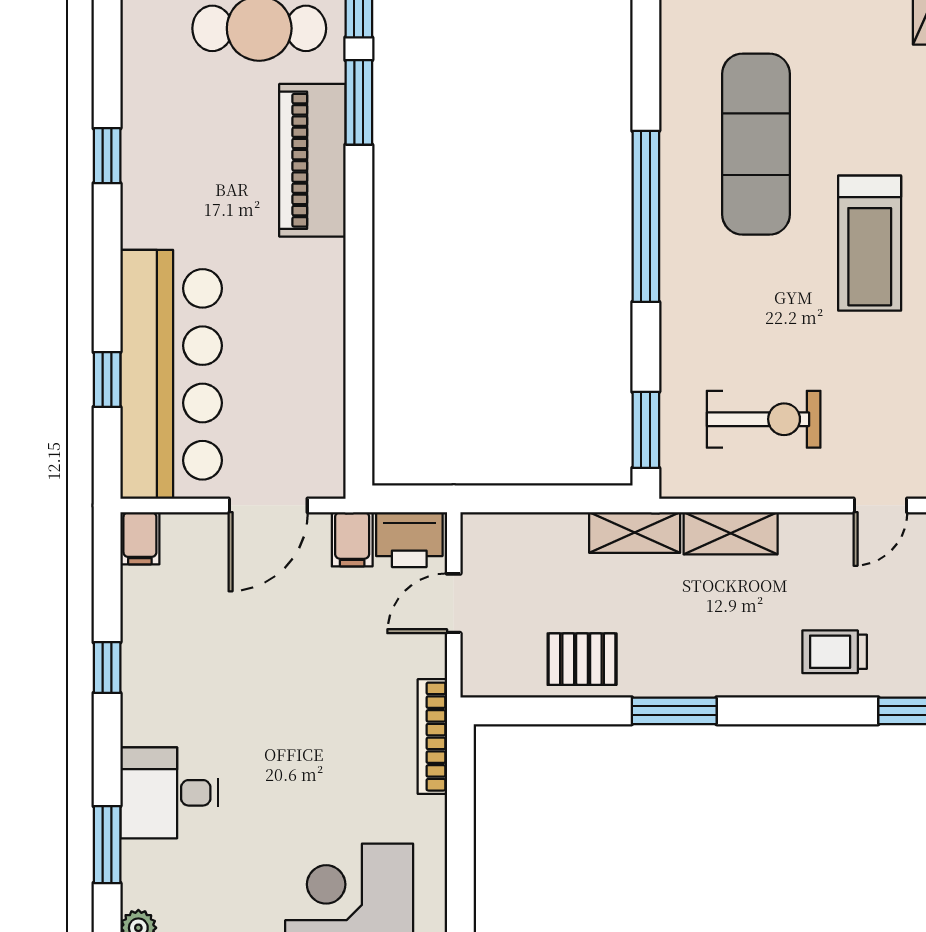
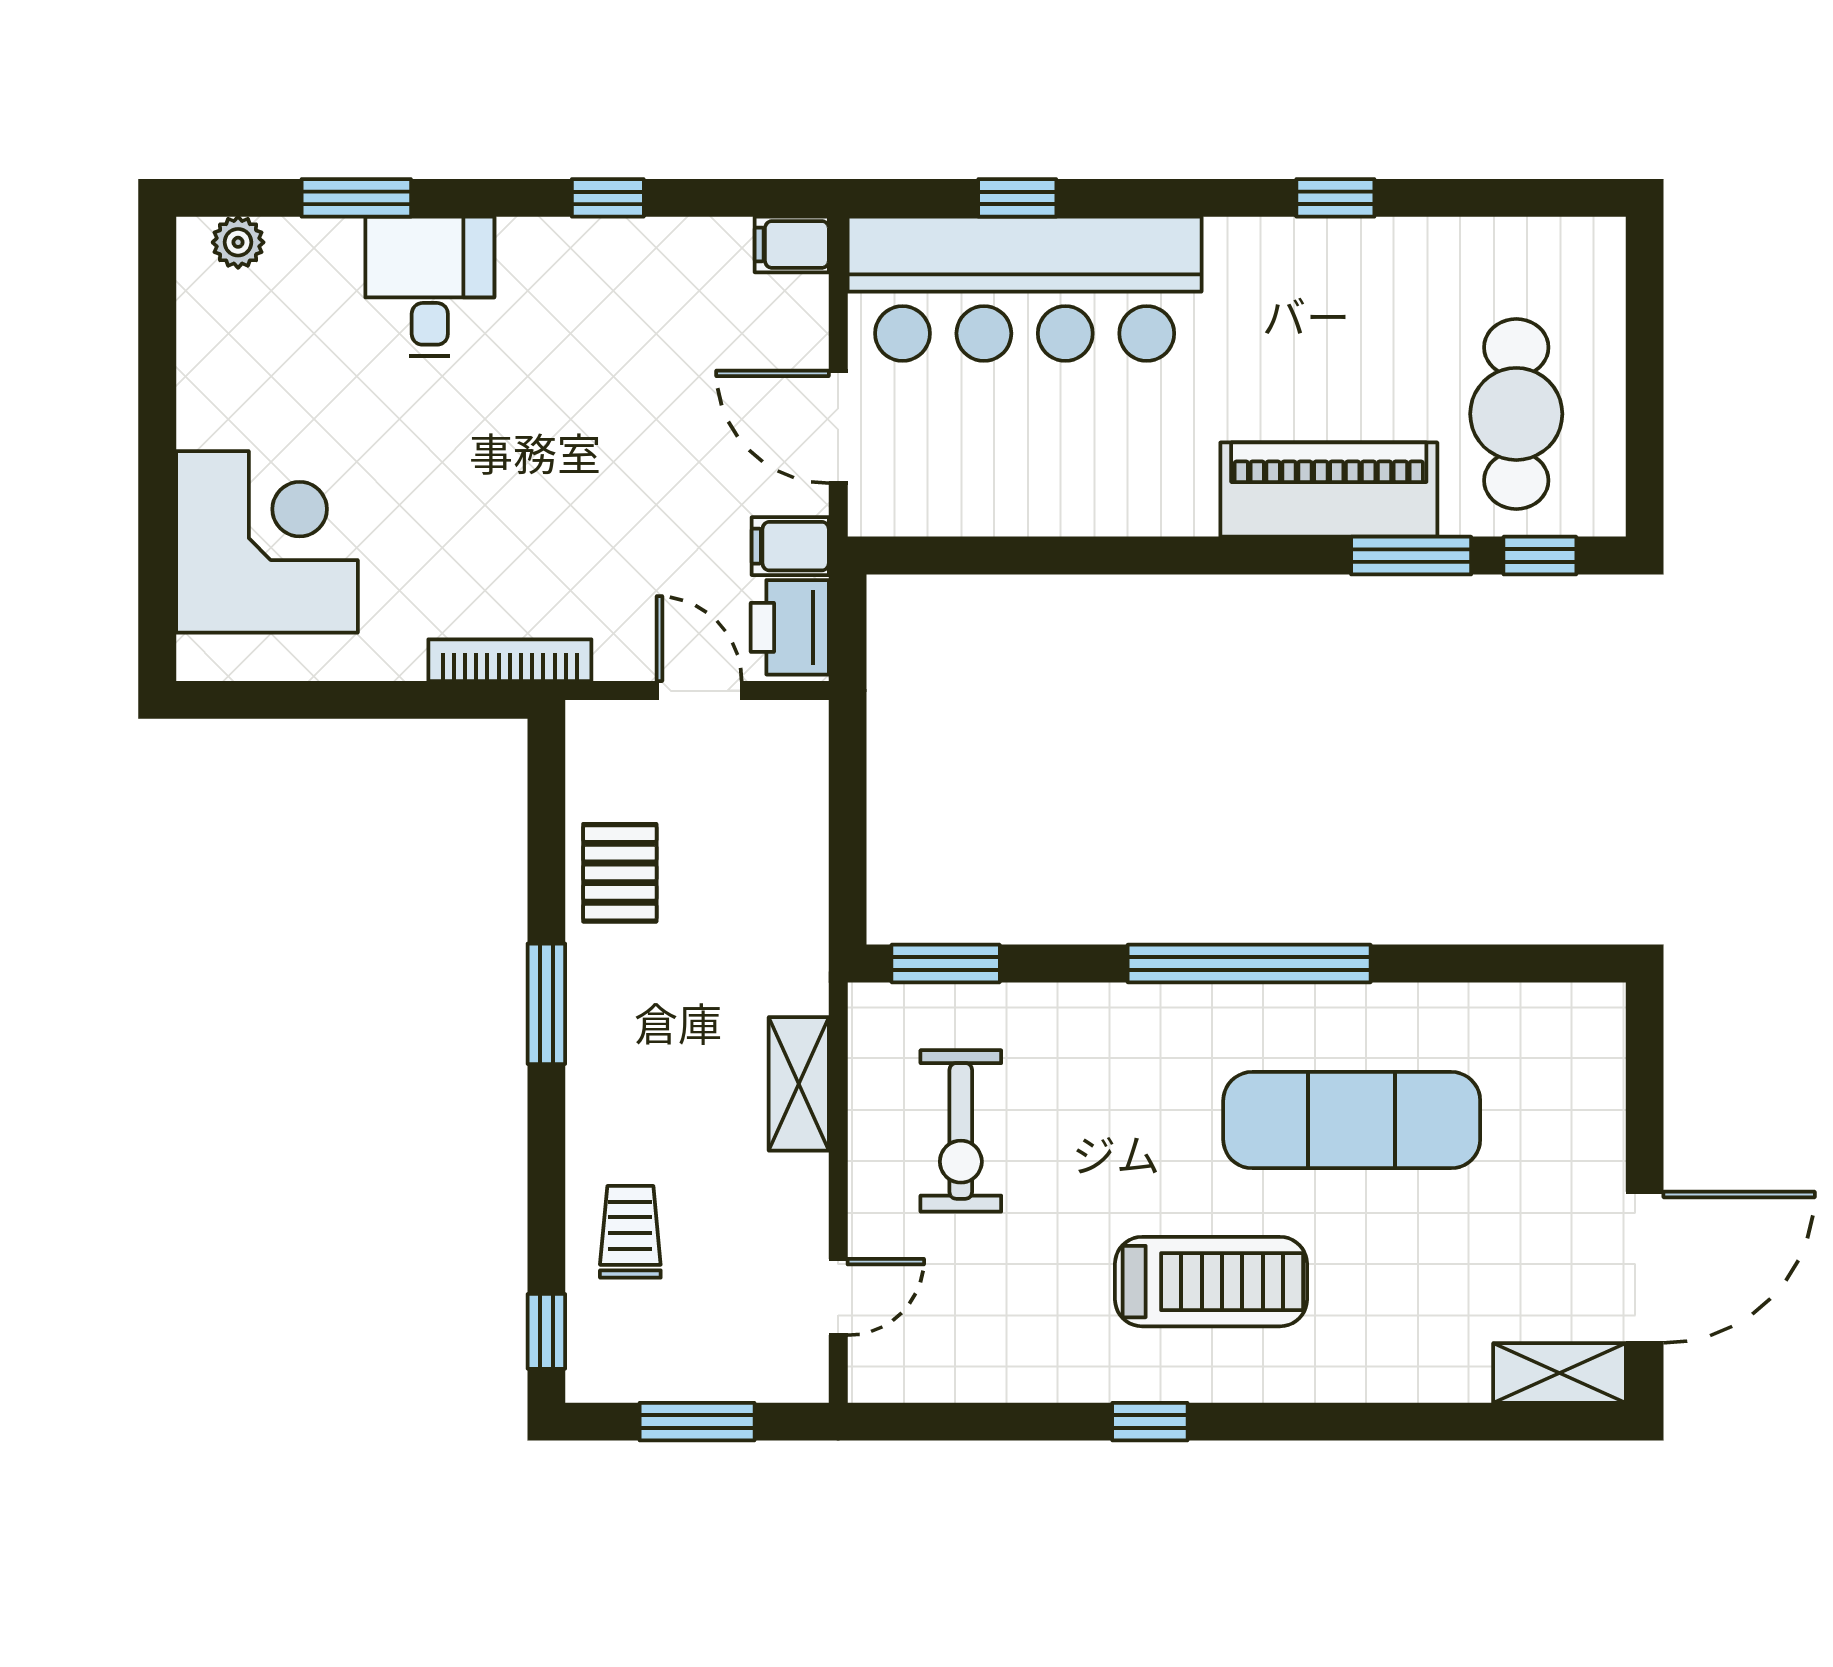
treadmill: (870, 243) -> (1211, 1282), turned 180
door: (880, 505) -> (838, 1297), swing flipped
shelving: (635, 533) -> (800, 948), removed

